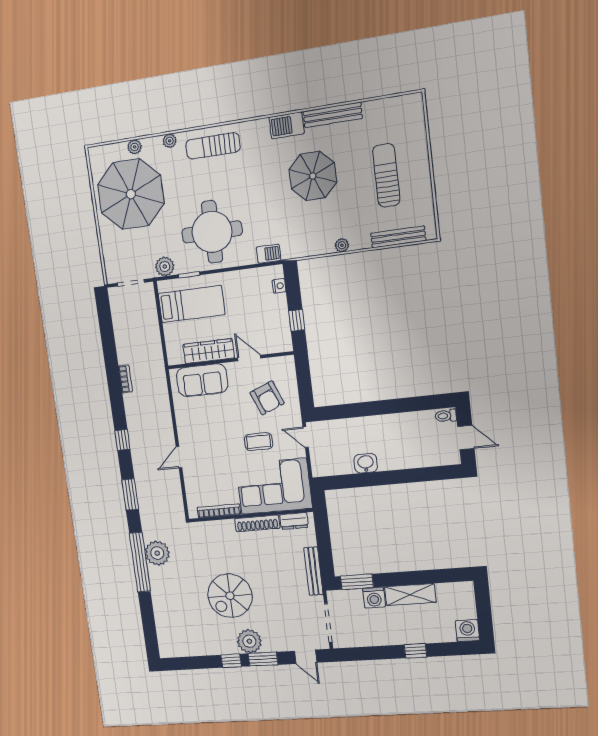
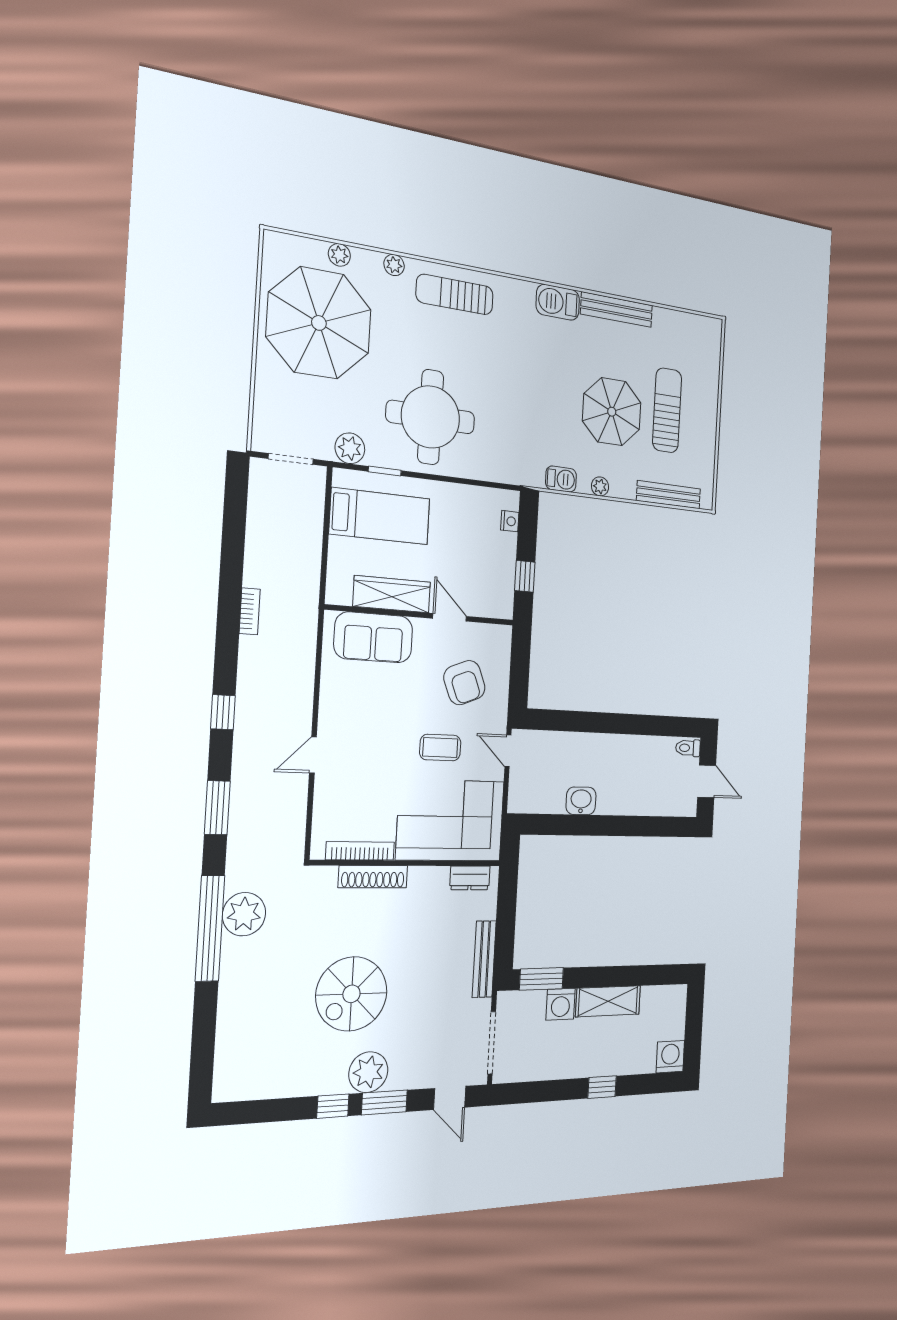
parasol: (313, 176) -> (612, 412), moved
barbecue: (269, 254) -> (561, 479), moved
shoe rack: (257, 523) -> (373, 877), moved

